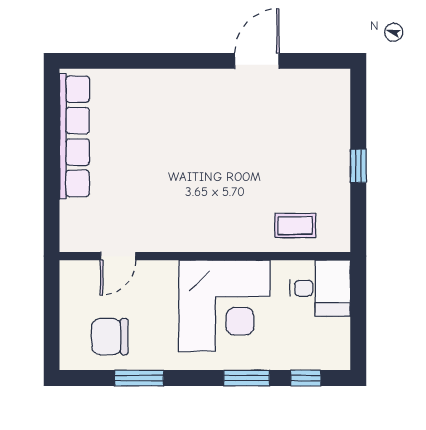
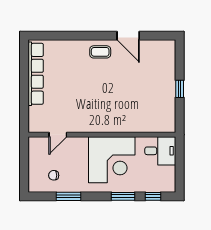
door: (257, 61) -> (128, 36), swing flipped
coffee table: (295, 225) -> (100, 52), moved
chair: (110, 337) -> (54, 175), width x0.54, depth x0.54

